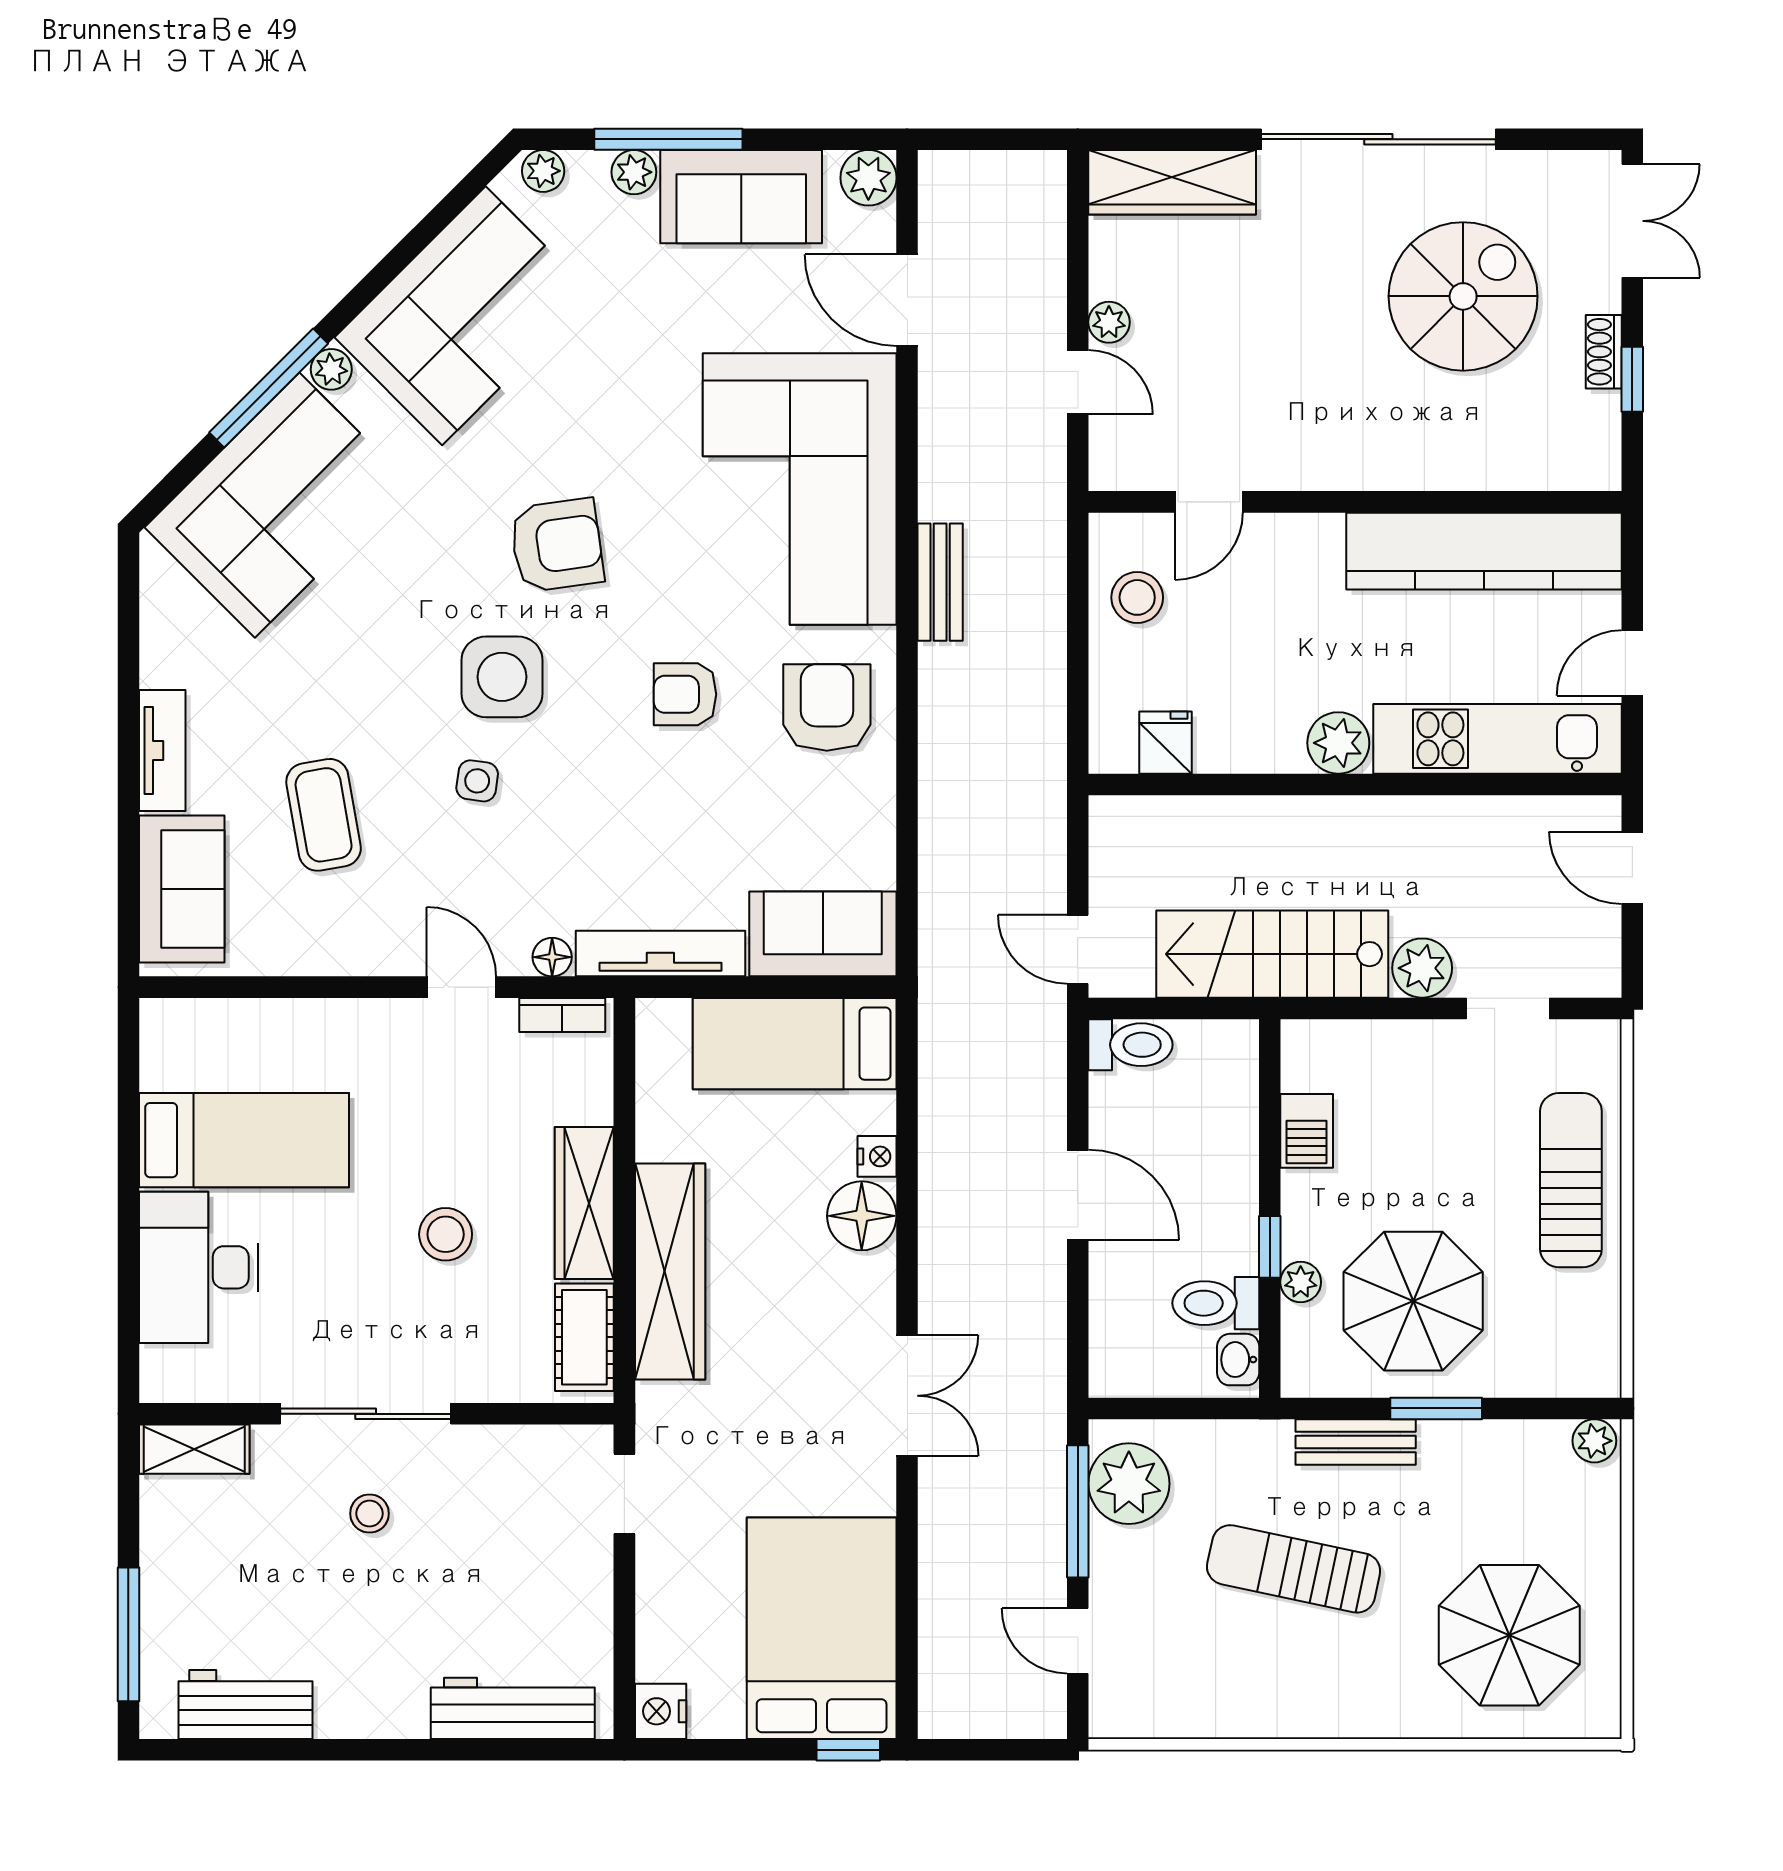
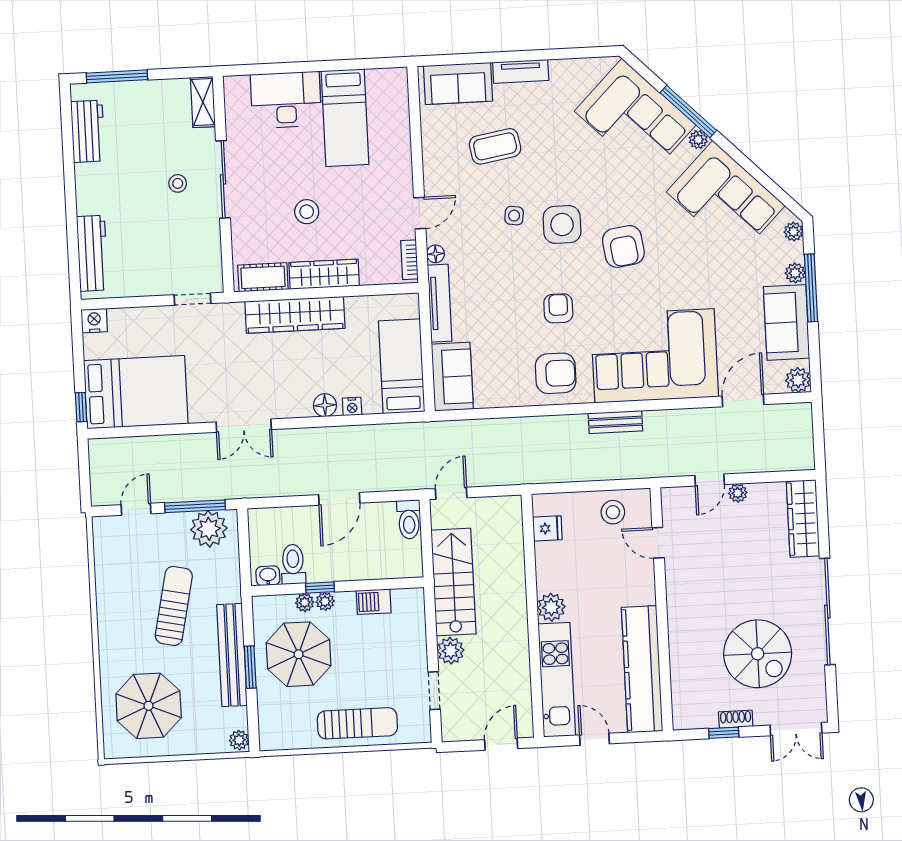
floor lamp: (862, 1216) -> (325, 405), width x0.73, depth x0.73
plant: (1301, 1237) -> (325, 601), added
bench: (1356, 1442) -> (232, 655), width x1.86, depth x1.21

